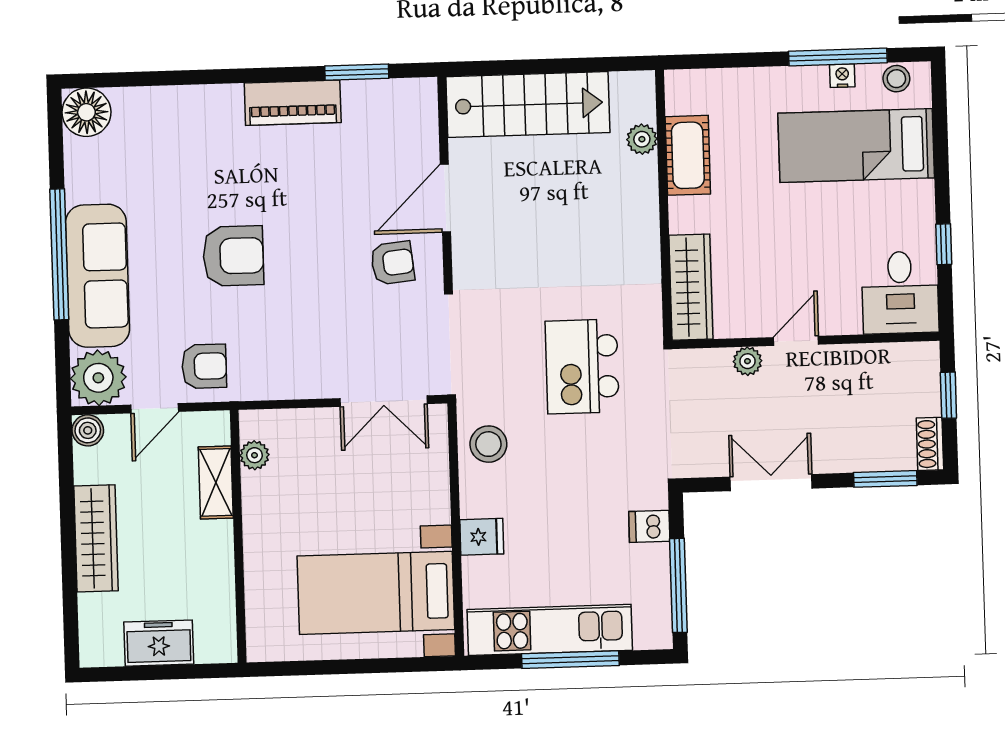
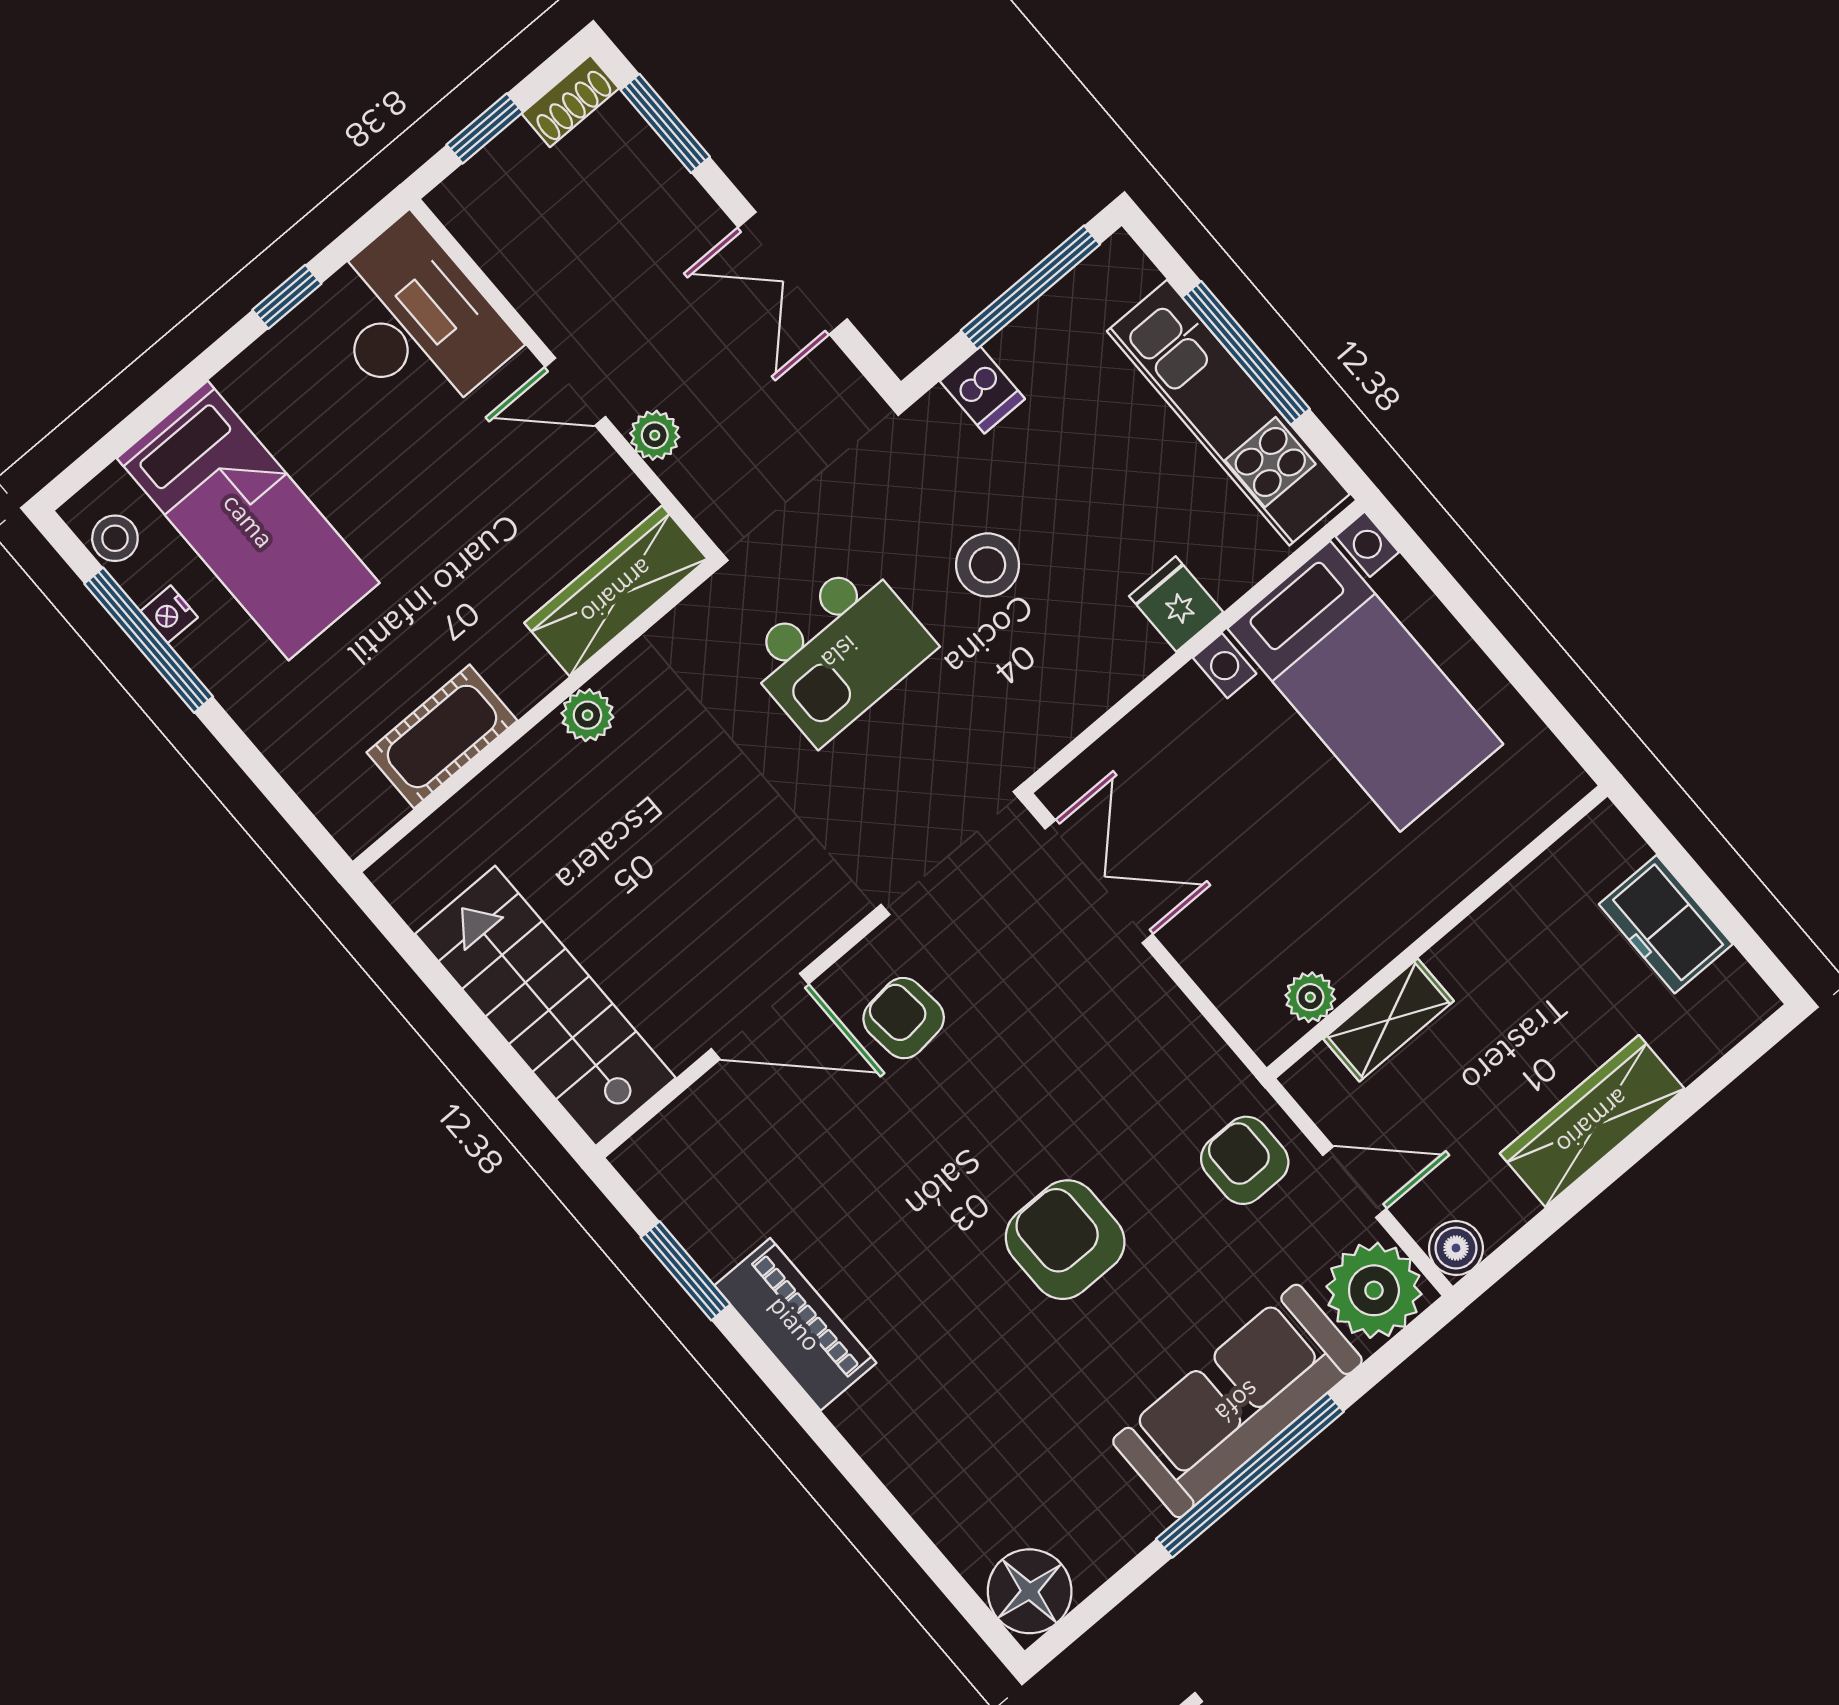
plant: (642, 139) -> (587, 715), moved
desk: (900, 292) -> (414, 322), width x1.37
stool: (488, 444) -> (988, 565), moved

